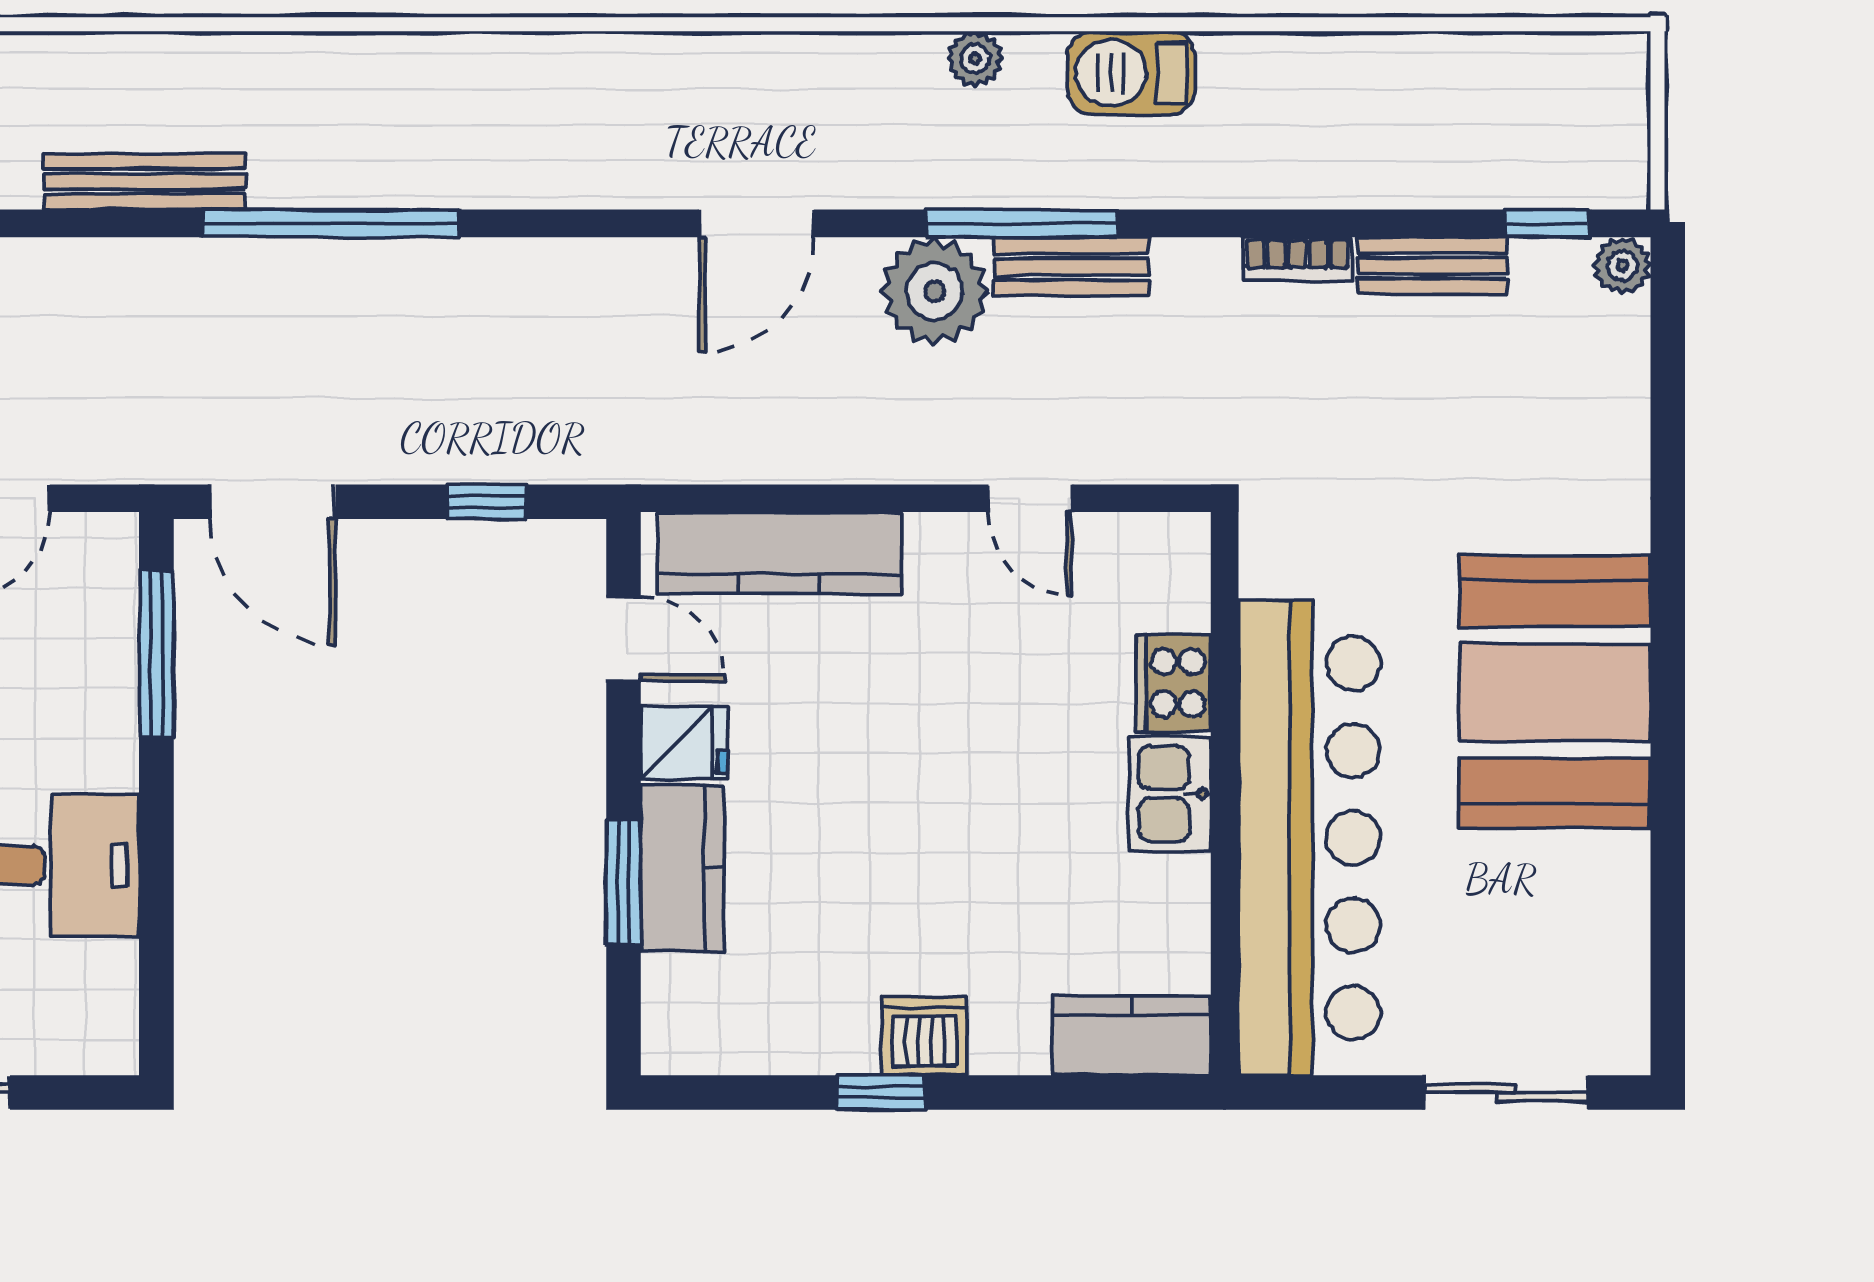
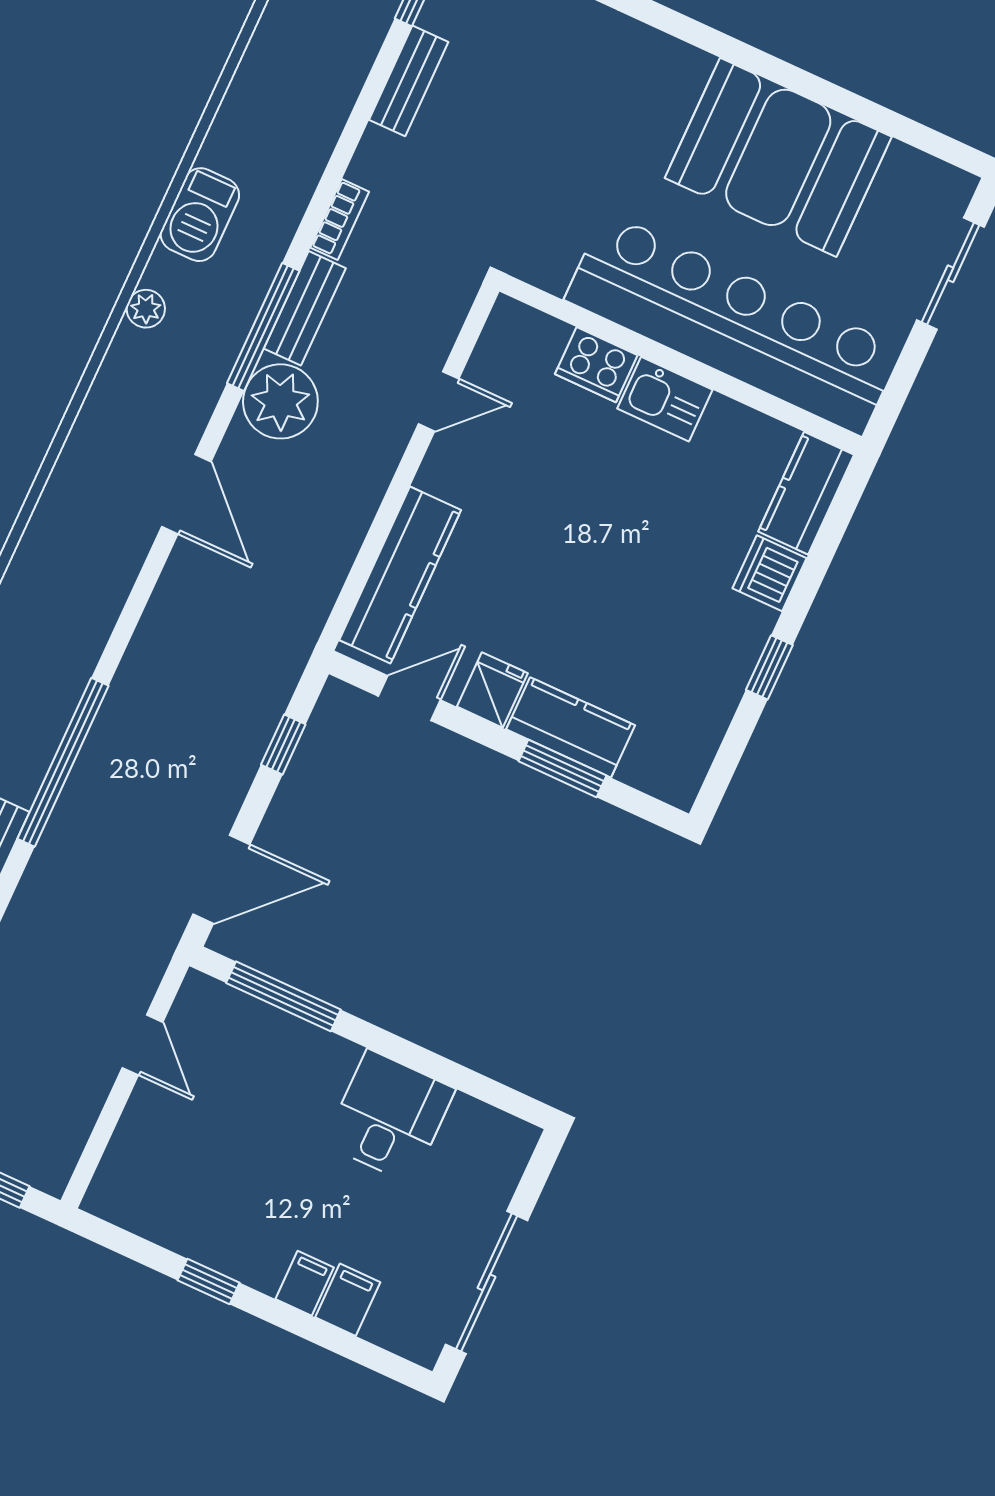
bookcase: (1297, 259) -> (340, 220), moved
booth: (1555, 692) -> (778, 157), moved
dishwasher: (925, 1036) -> (769, 573), moved

